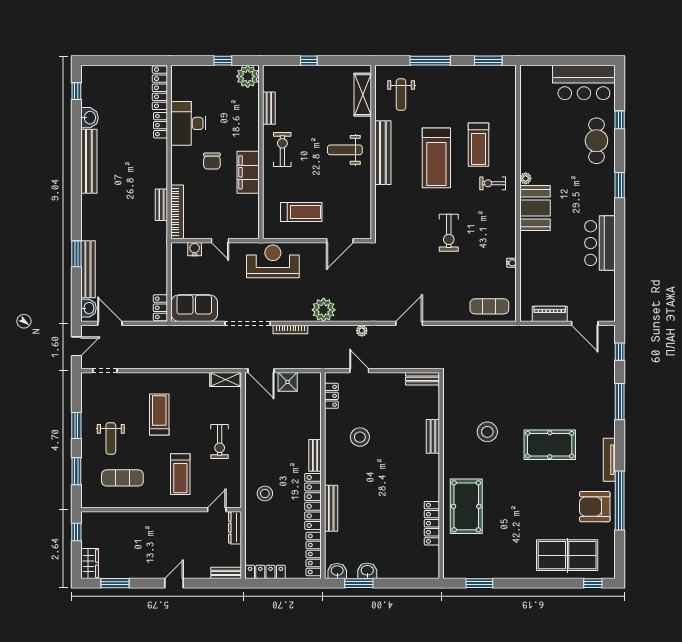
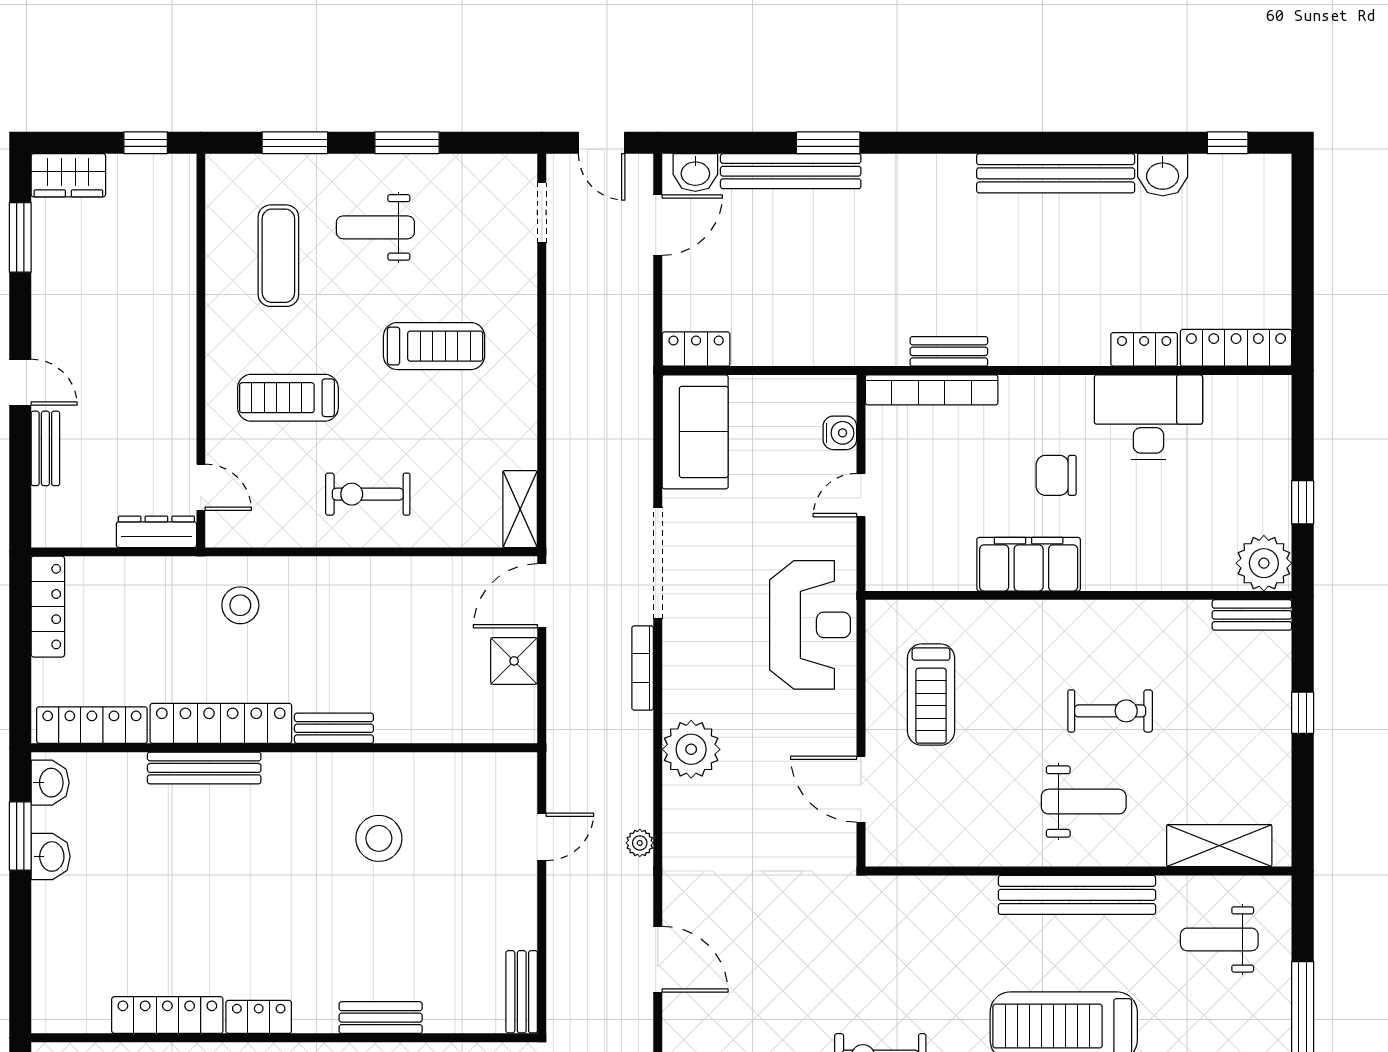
bench: (269, 108) -> (1252, 615), moved
exercise bike: (282, 150) -> (1110, 711), moved
weight bench: (345, 150) -> (1084, 802), turned 90
locker: (331, 396) -> (259, 1017), moved, turned 180
bench: (226, 573) -> (45, 448), moved

